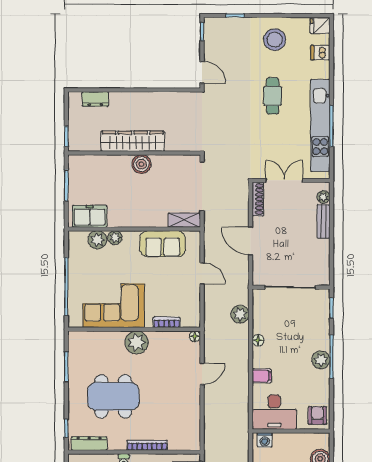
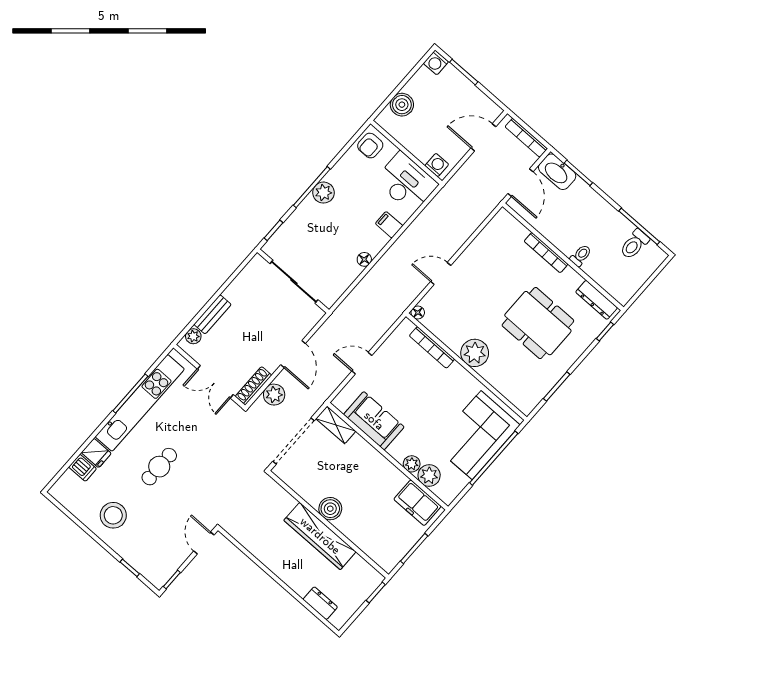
fridge: (320, 25) -> (96, 453), moved
door: (202, 273) -> (362, 363), hinge flipped
corner sofa: (114, 306) -> (477, 435), moved, turned 90
plant: (240, 314) -> (274, 395), moved
bookcase: (167, 322) -> (432, 347), width x1.56

